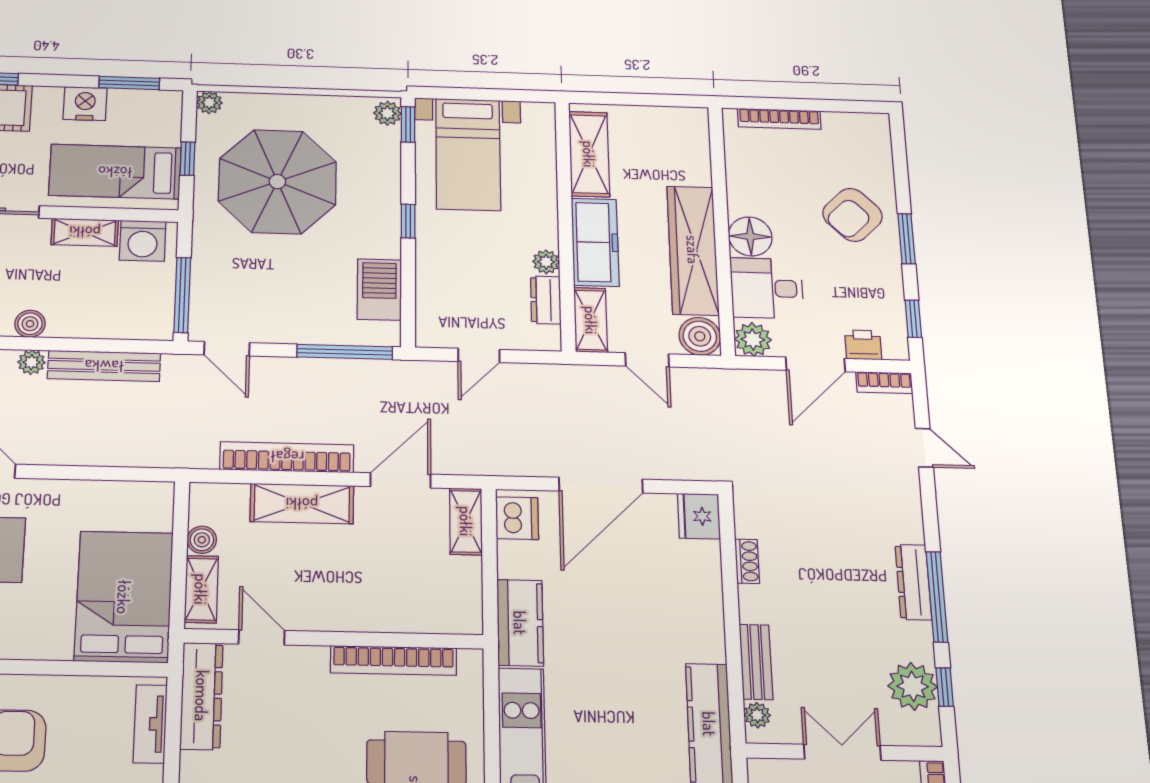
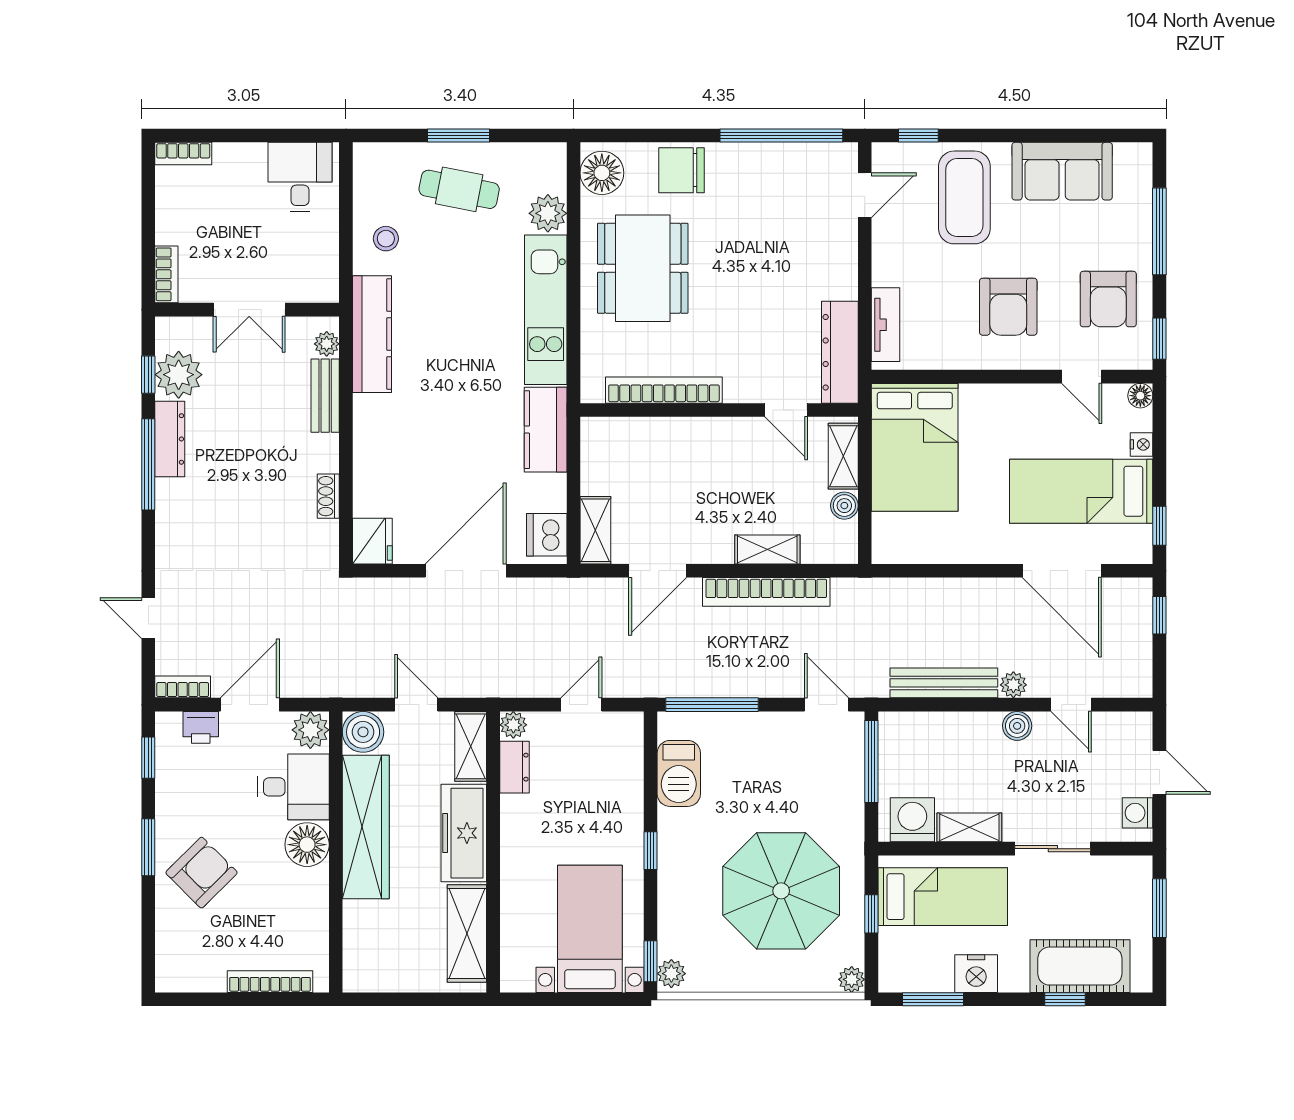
plant: (546, 262) -> (513, 725), moved
shelving: (302, 504) -> (767, 549), width x0.67, depth x0.75
dresser: (913, 582) -> (170, 439), moved

